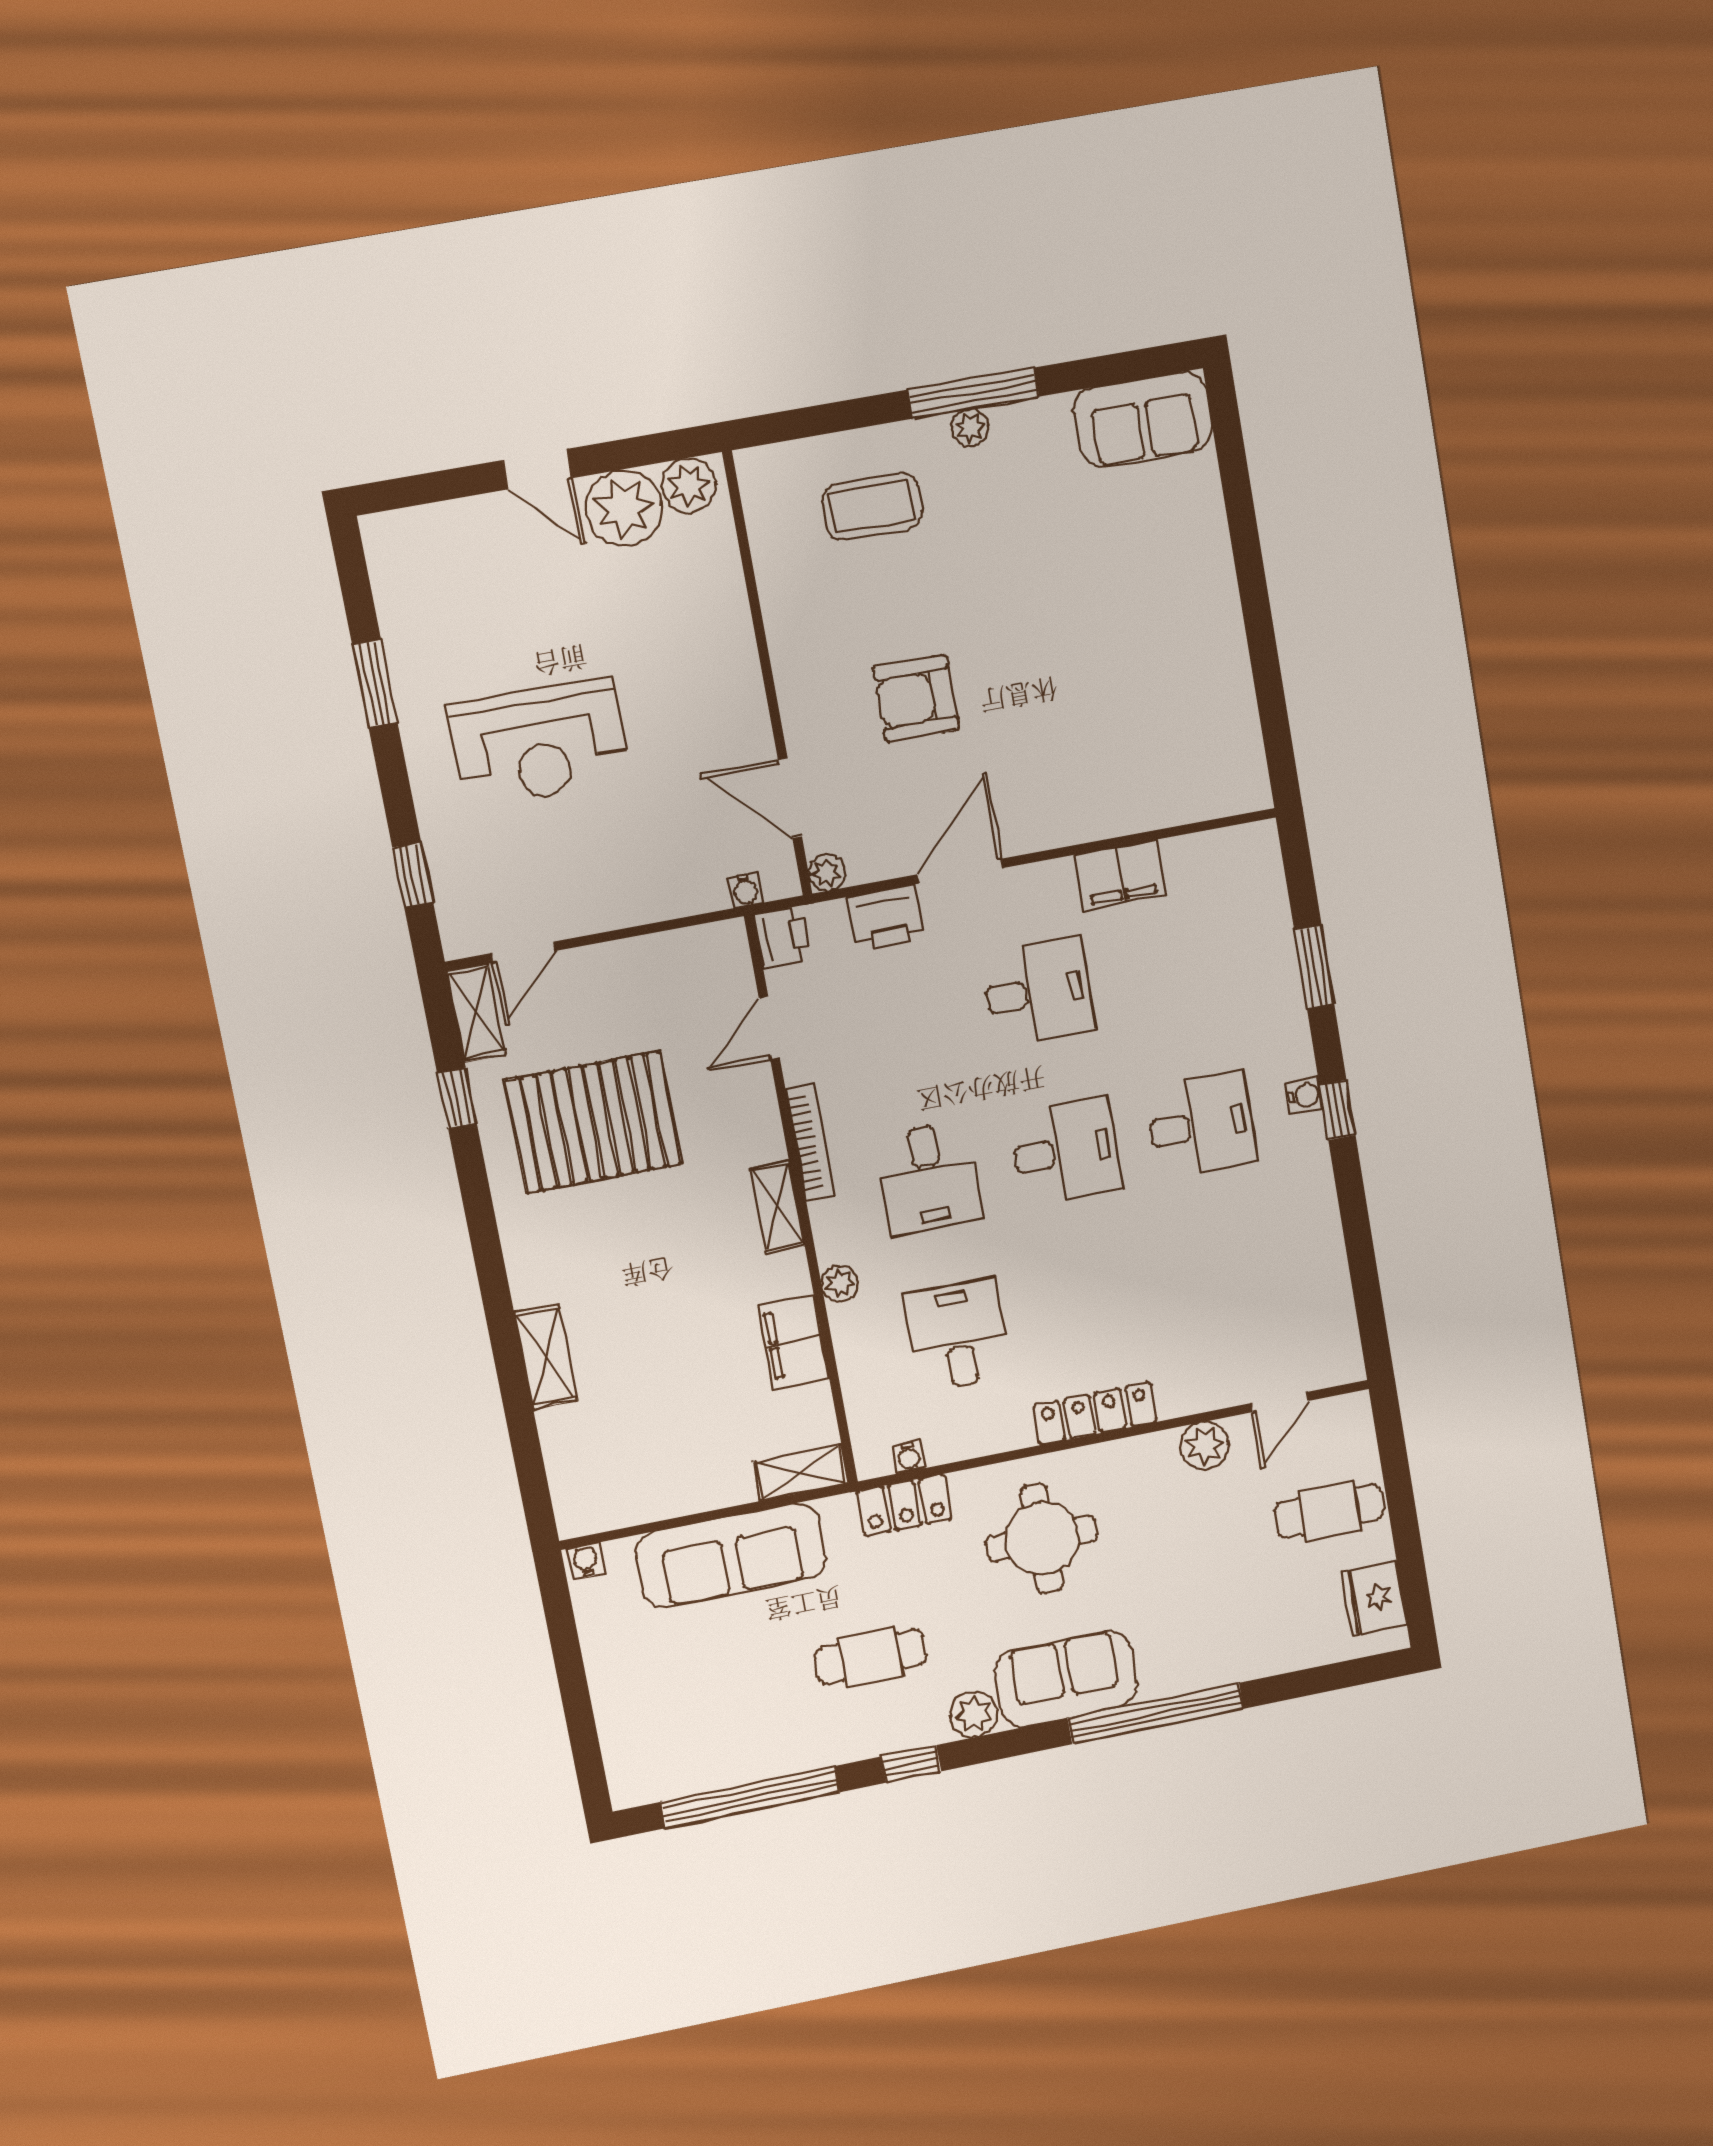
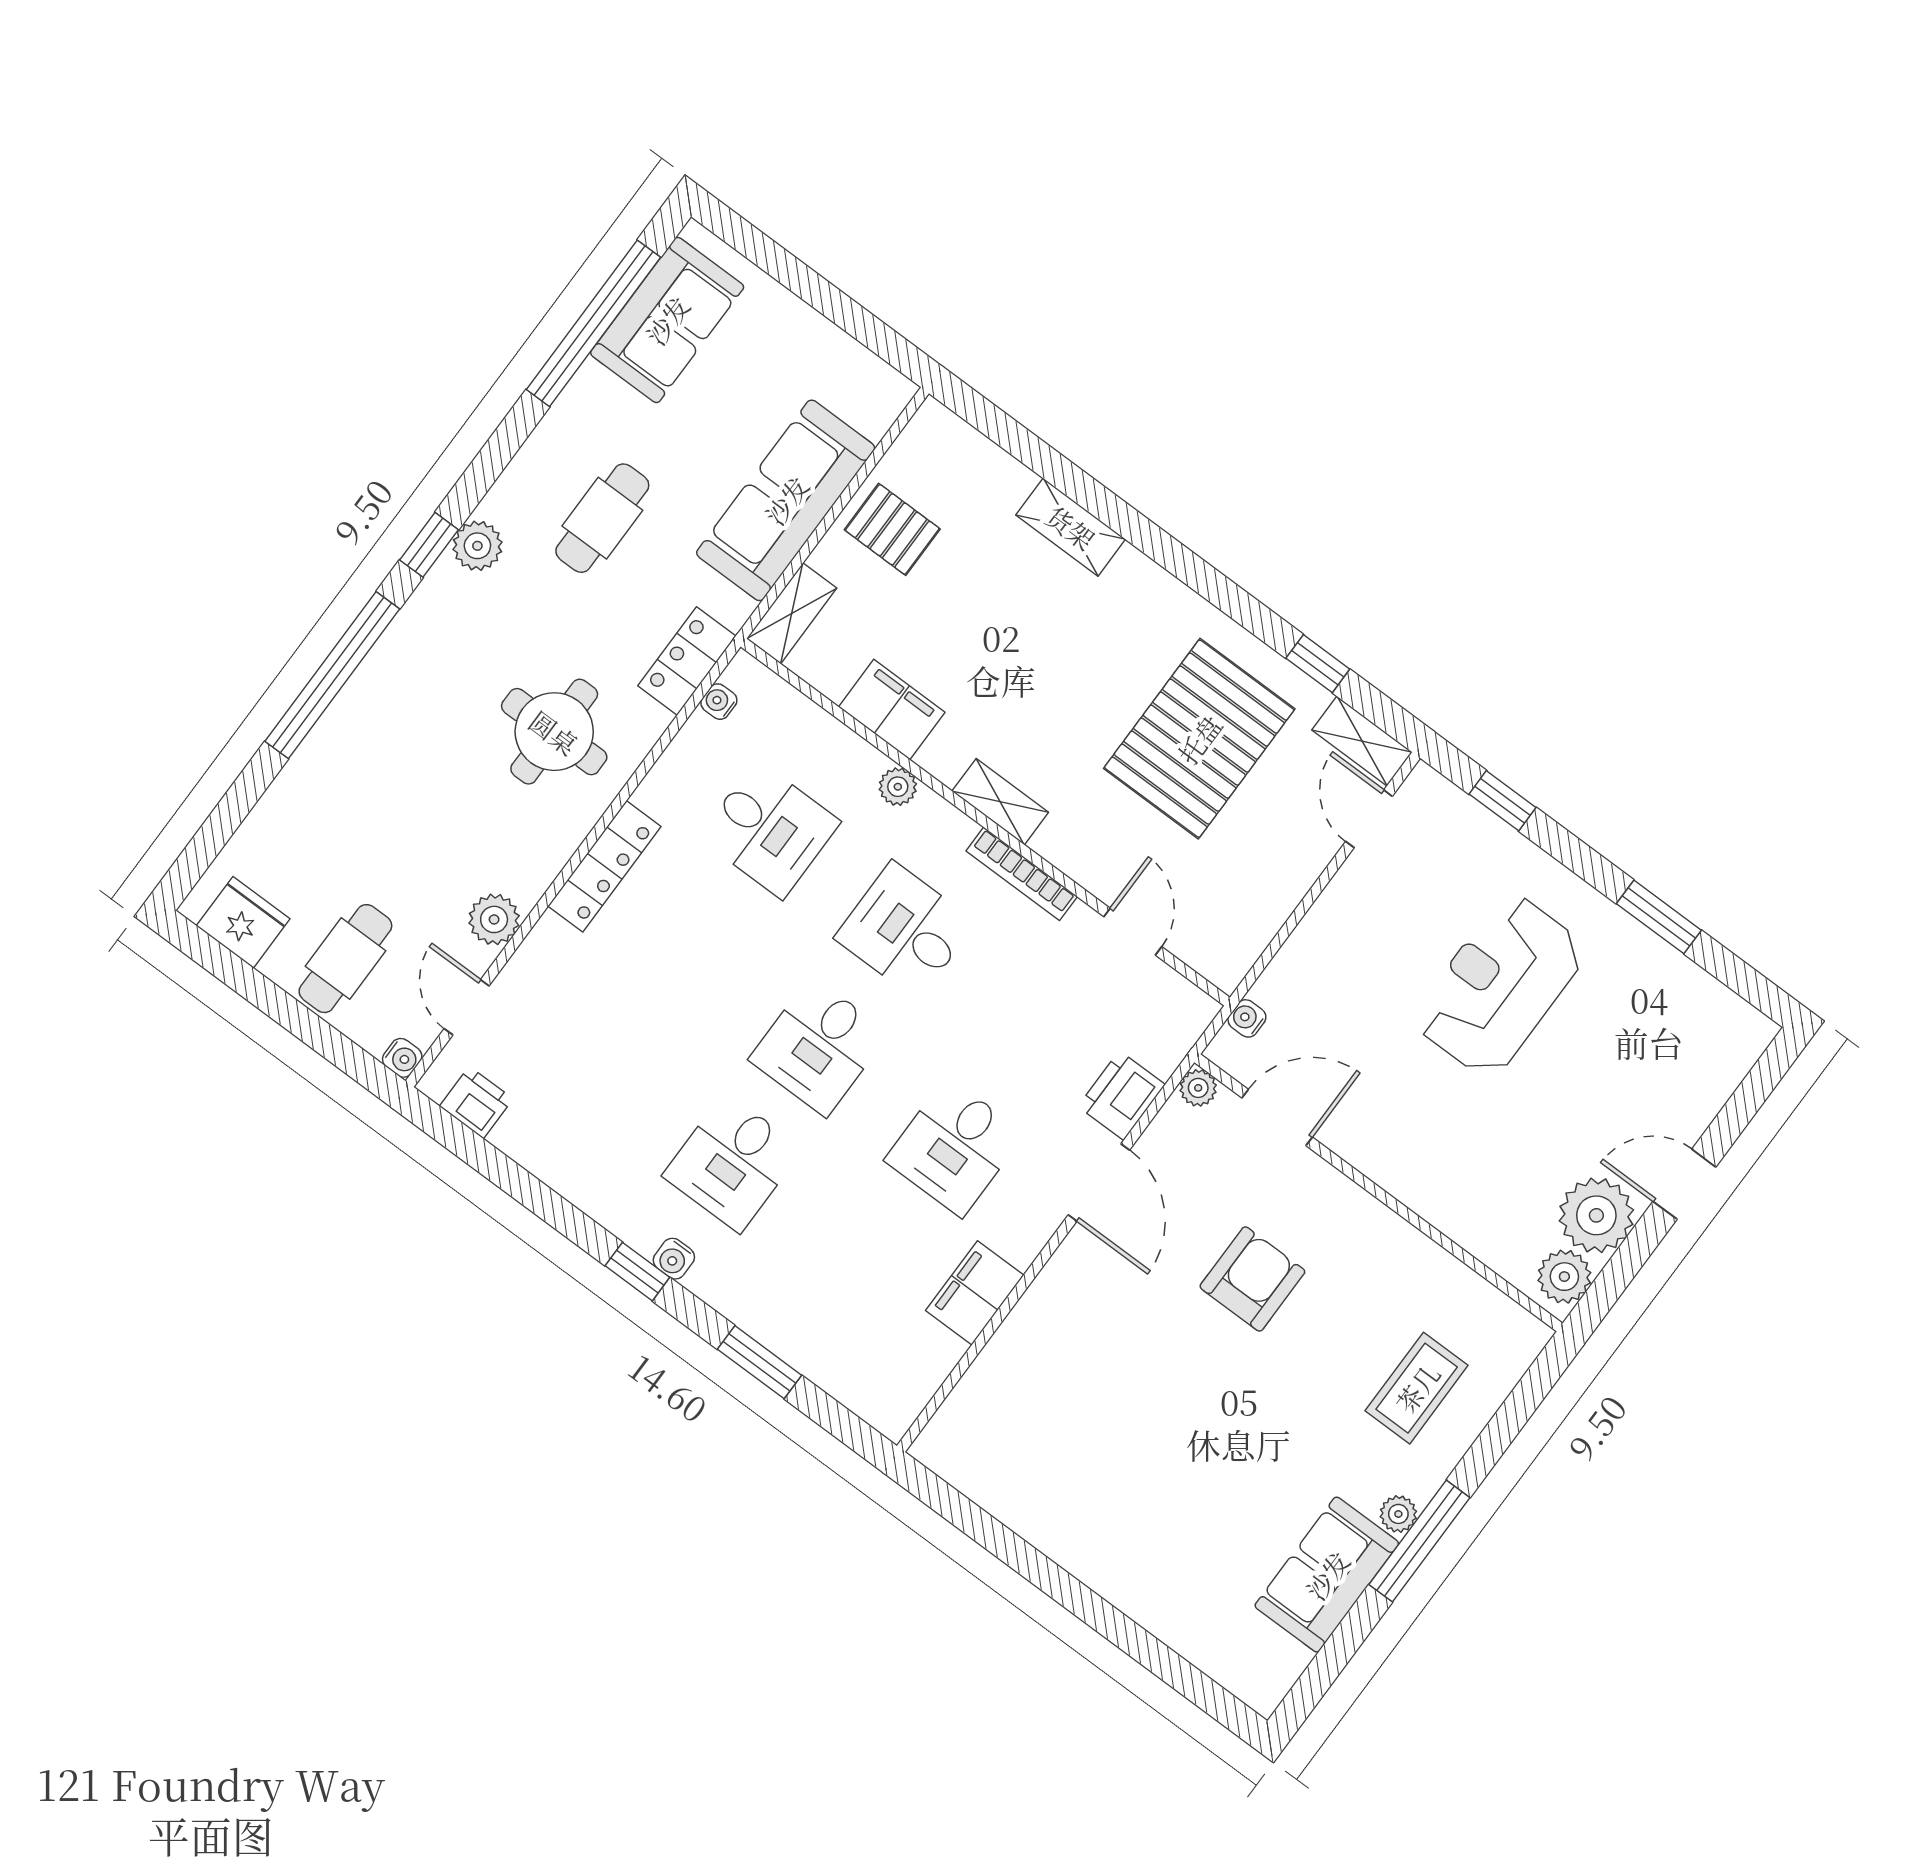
sofa: (1143, 419) -> (1327, 1575), moved
printer: (782, 936) -> (476, 1103), moved, turned 180
pallet: (675, 1468) -> (892, 529), added
water cooler: (586, 1561) -> (402, 1058), moved
sofa: (1066, 1679) -> (667, 320), moved
window: (911, 1764) -> (429, 545), moved

